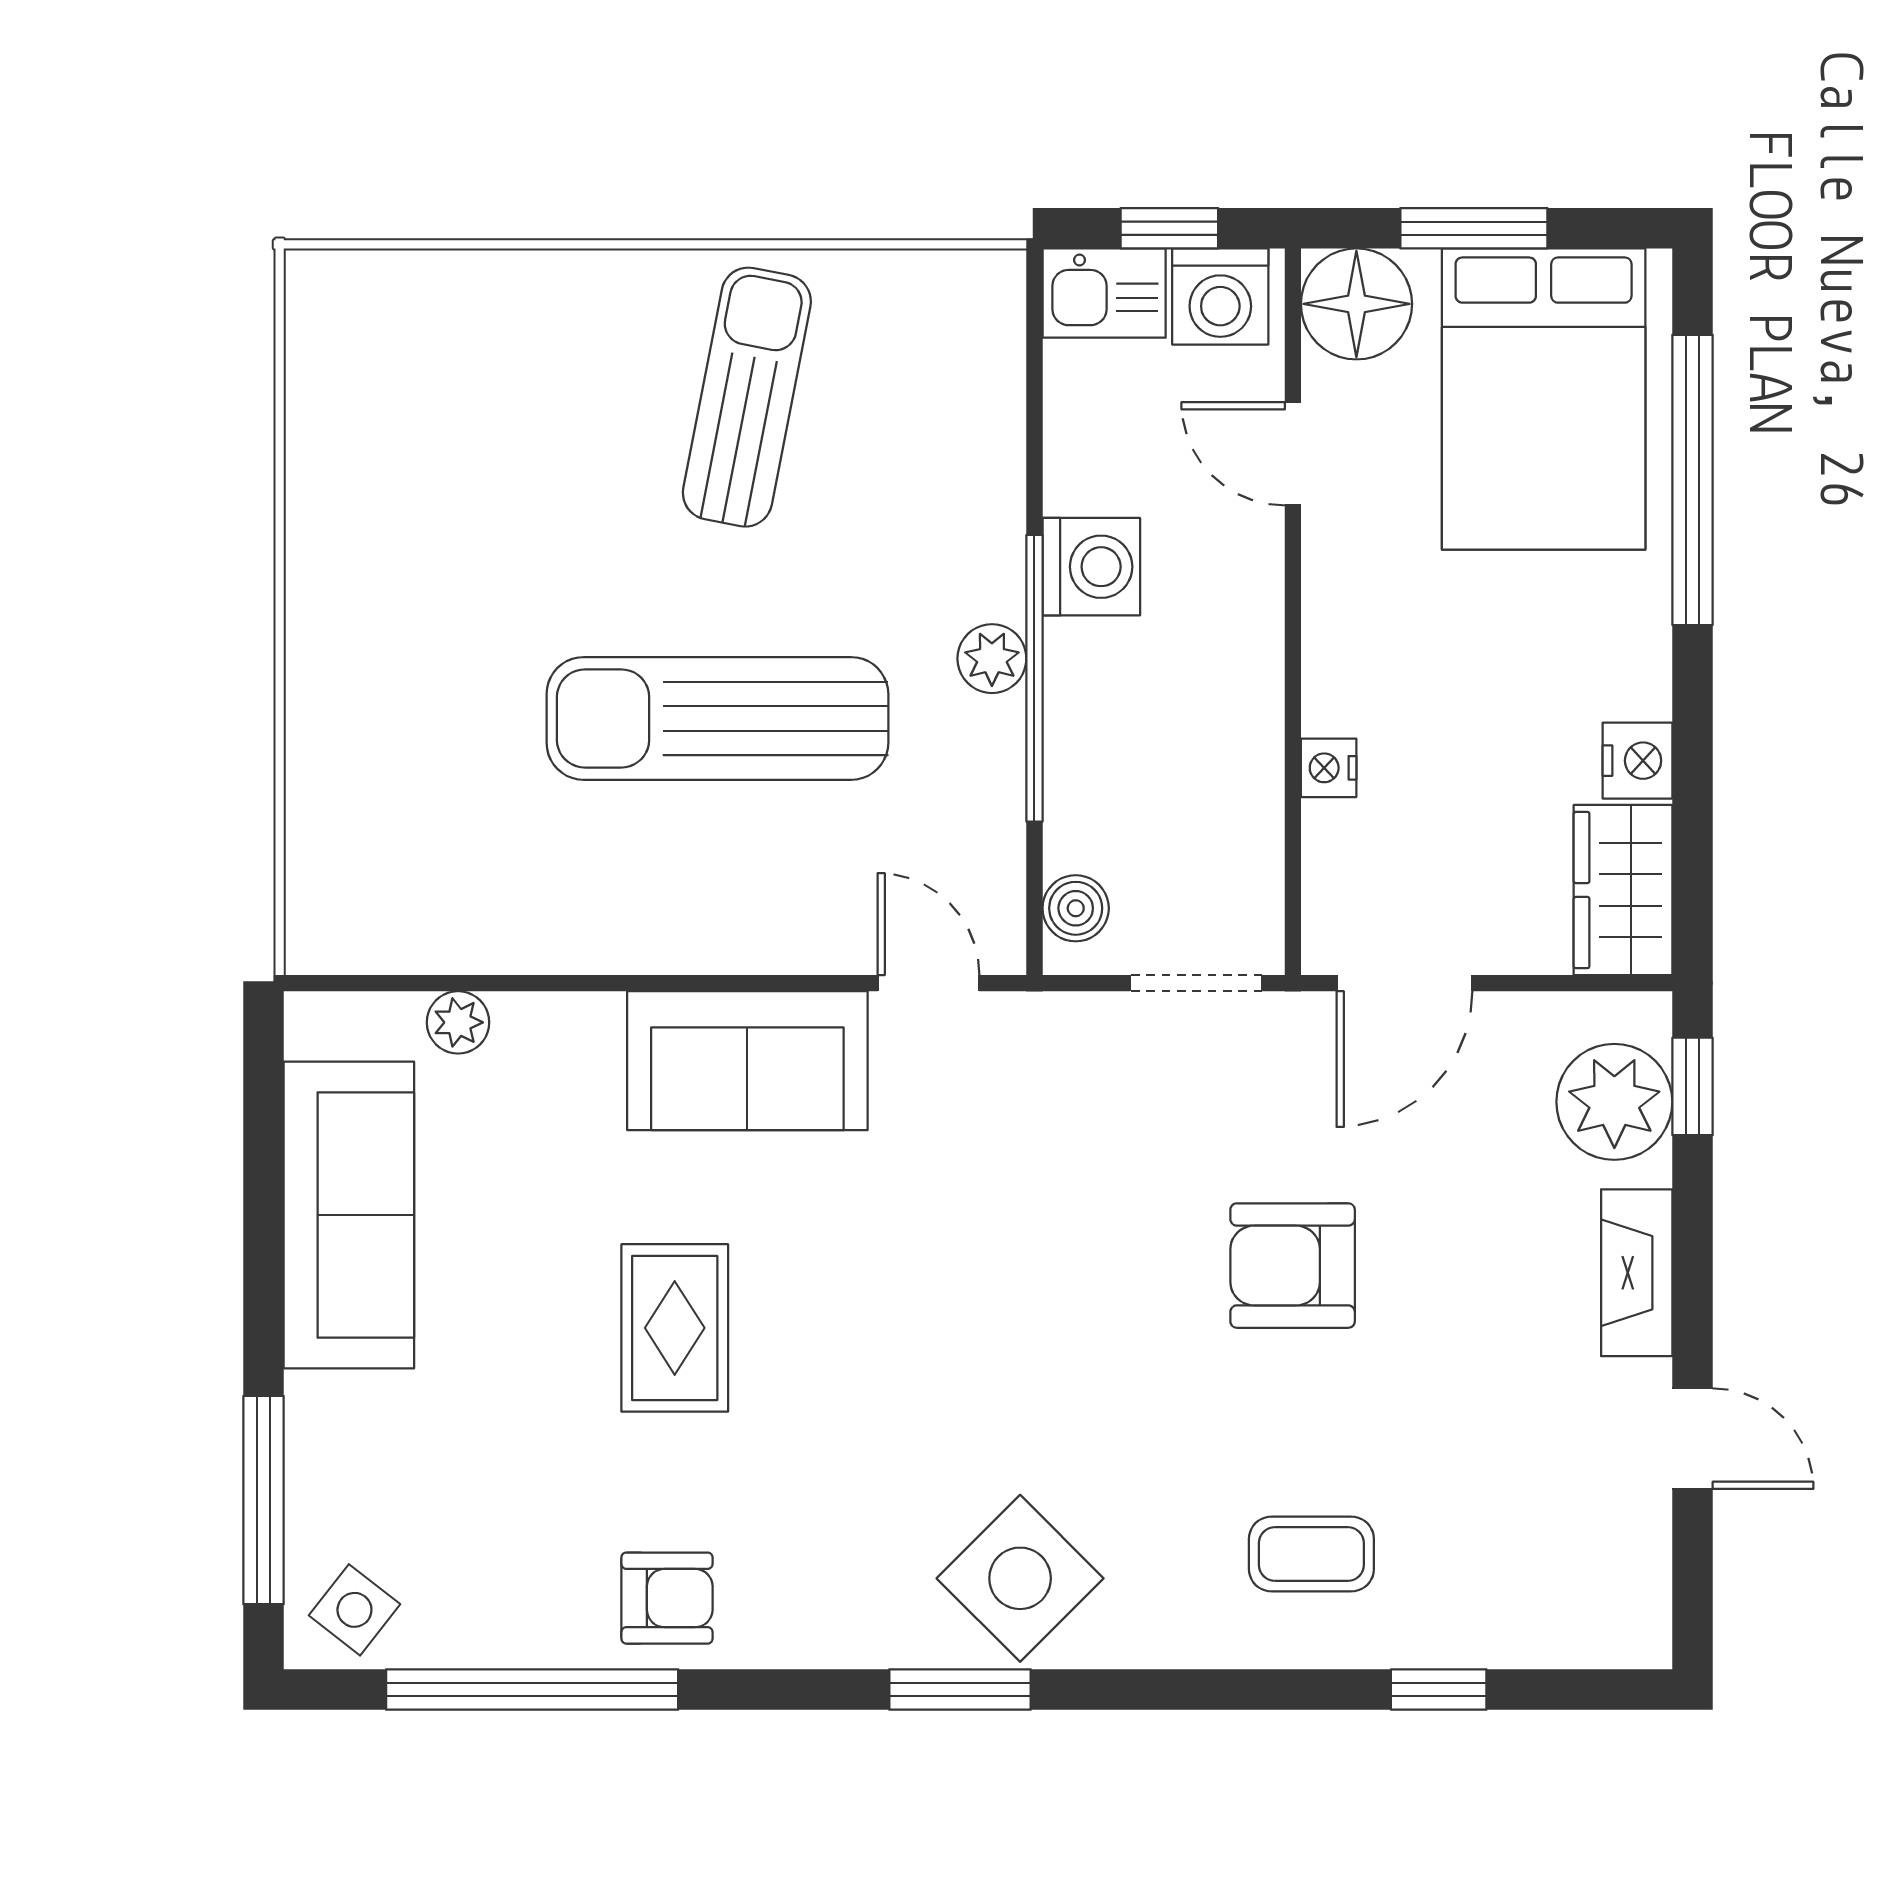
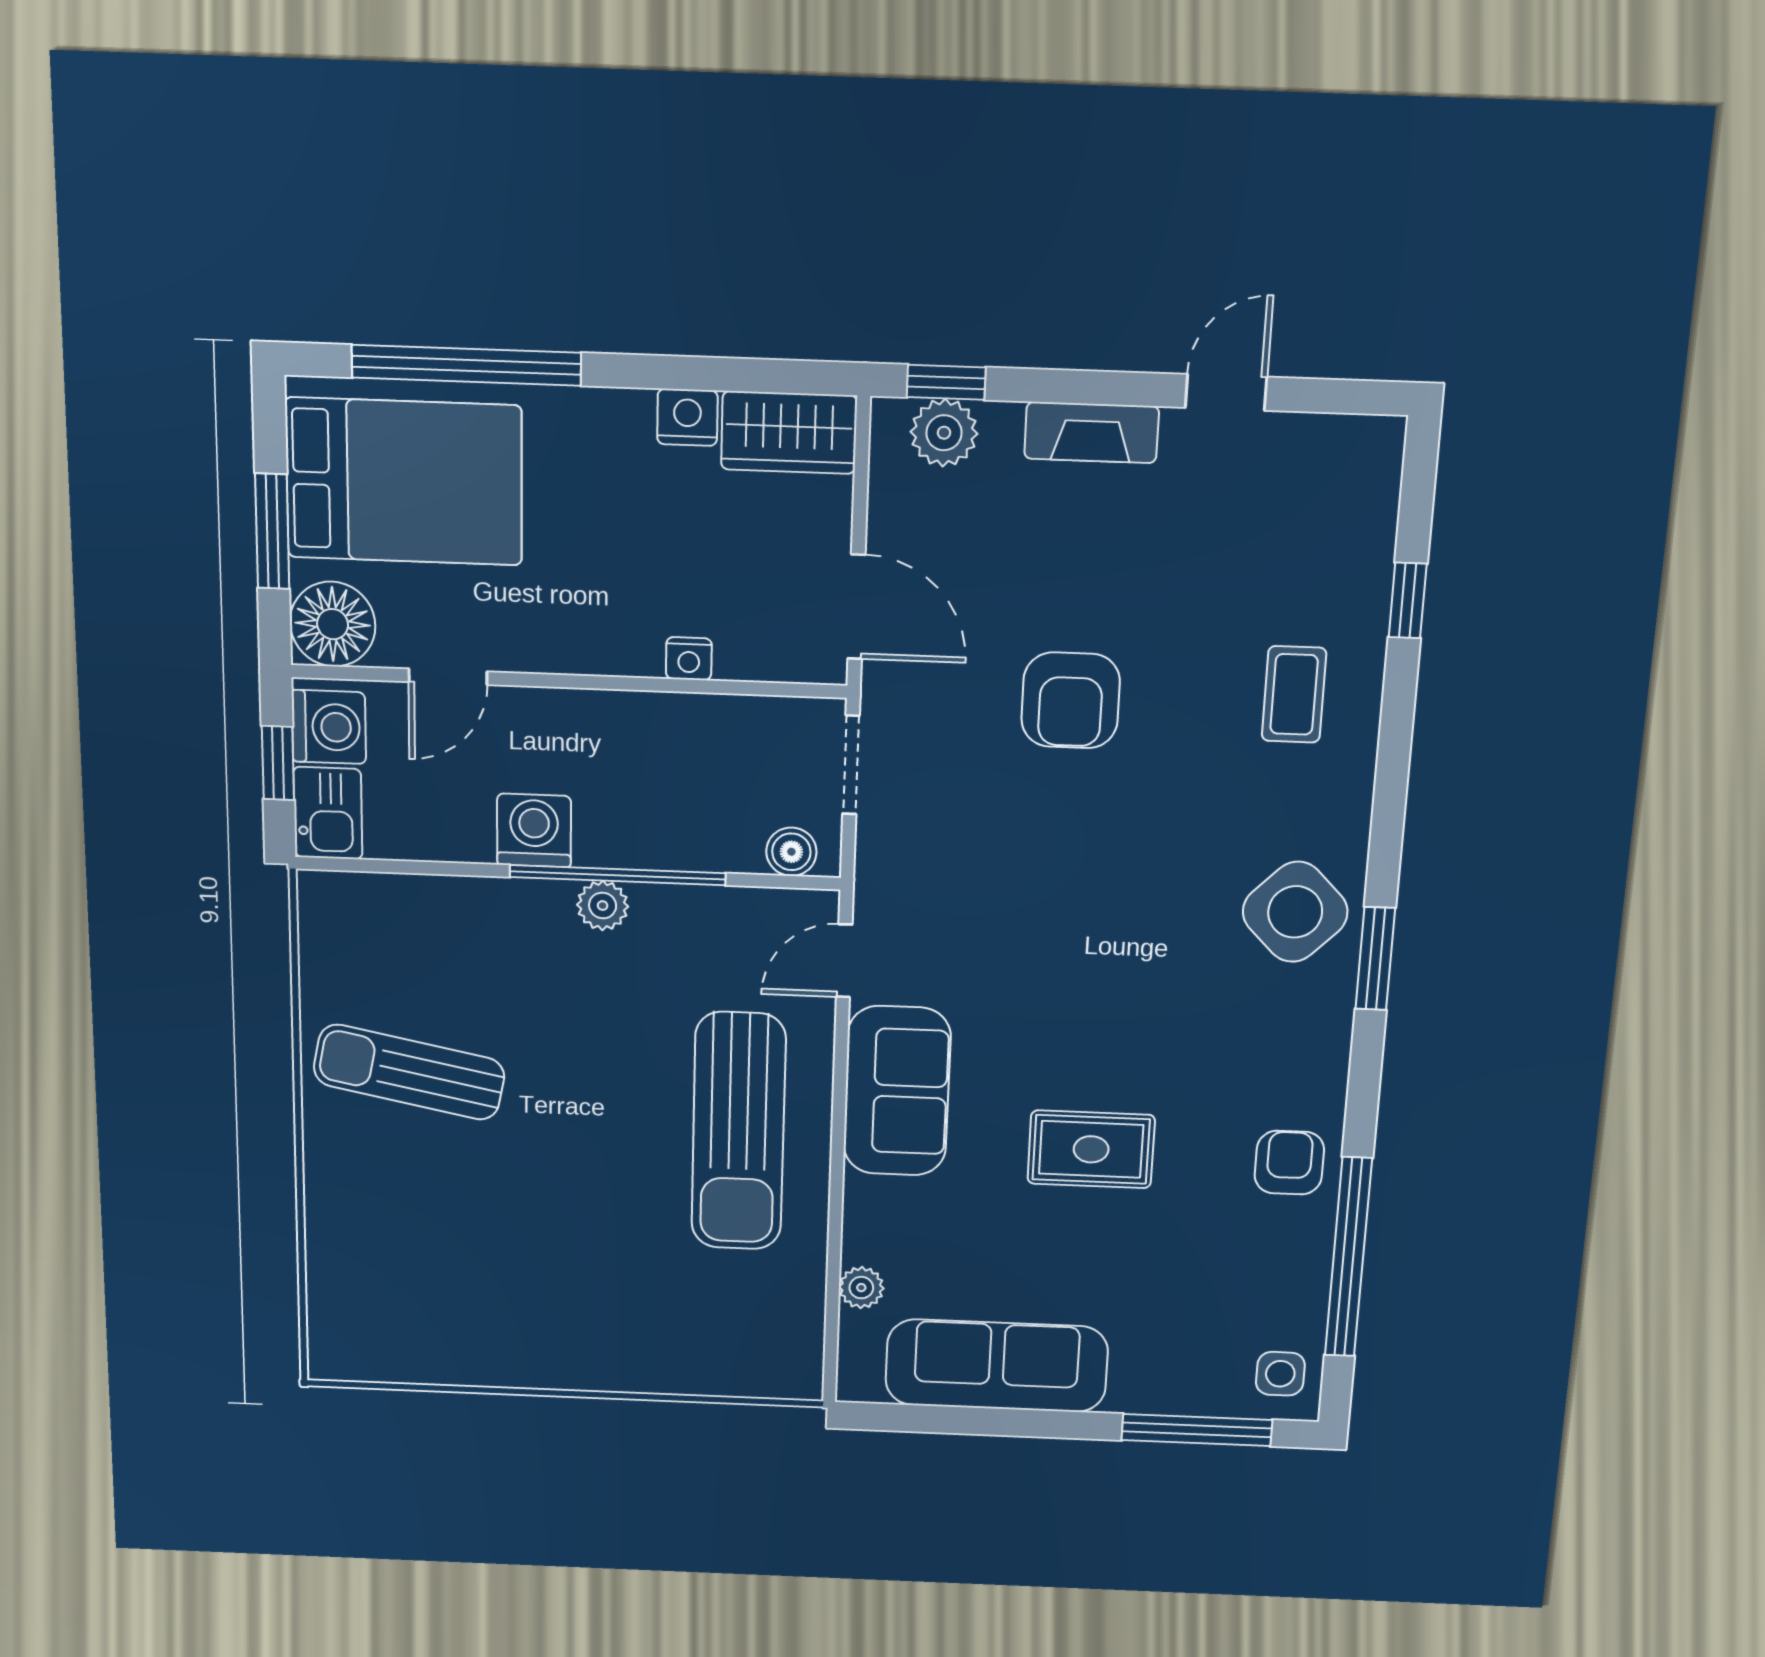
sun lounger: (717, 718) -> (738, 1132), moved
plant: (1614, 1102) -> (944, 433), width x0.73, depth x0.73
side table: (354, 1610) -> (1280, 1374), turned -38

